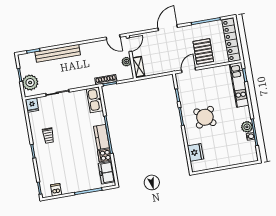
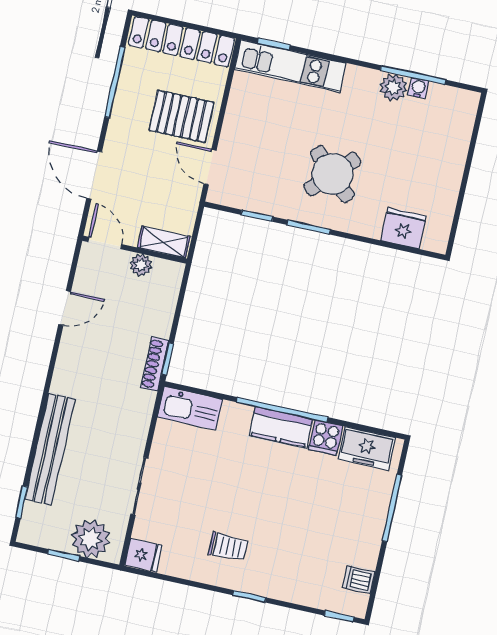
door: (129, 45) -> (105, 243), moved
wall: (131, 57) -> (135, 250), moved
plant: (126, 62) -> (141, 265), moved
shelving: (139, 67) -> (164, 242), moved

